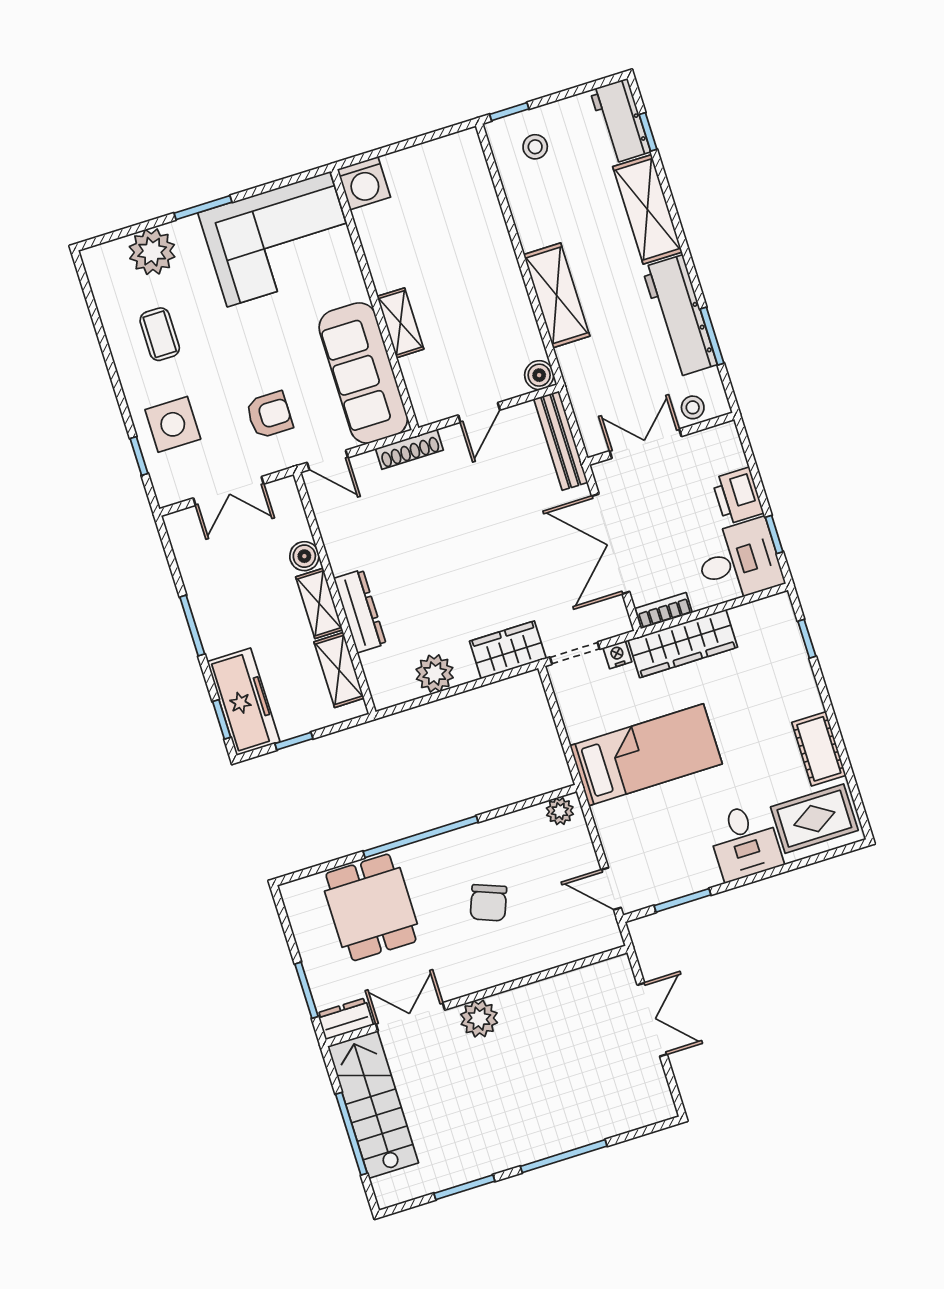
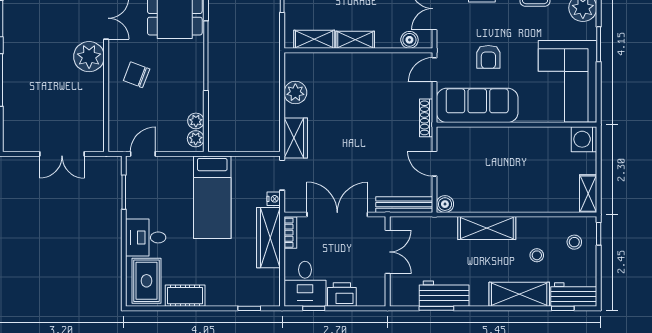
workbench: (680, 316) -> (444, 294), width x0.73
shelving: (400, 323) -> (588, 194), moved, turned 90
stool: (693, 407) -> (537, 255), moved
armchair: (269, 415) -> (488, 57), moved
boiler: (304, 556) -> (409, 40), moved
dresser: (360, 611) -> (344, 61), removed
plant: (531, 820) -> (196, 121), added
chair: (488, 903) -> (137, 75), moved
plant: (479, 1019) -> (89, 57), width x1.36, depth x1.36

